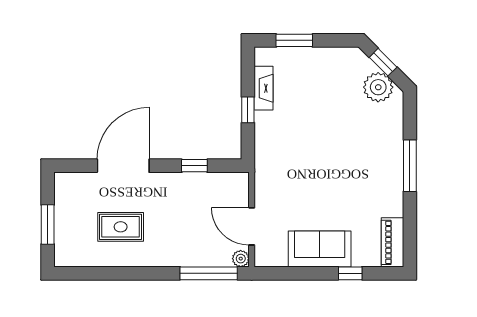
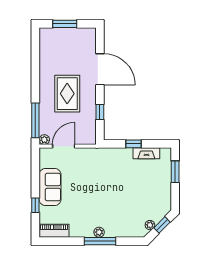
plant: (378, 87) -> (150, 225), width x0.53, depth x0.53
plant: (395, 167) -> (99, 232), added
rug: (121, 227) -> (67, 94), moved, width x1.36, depth x1.43

